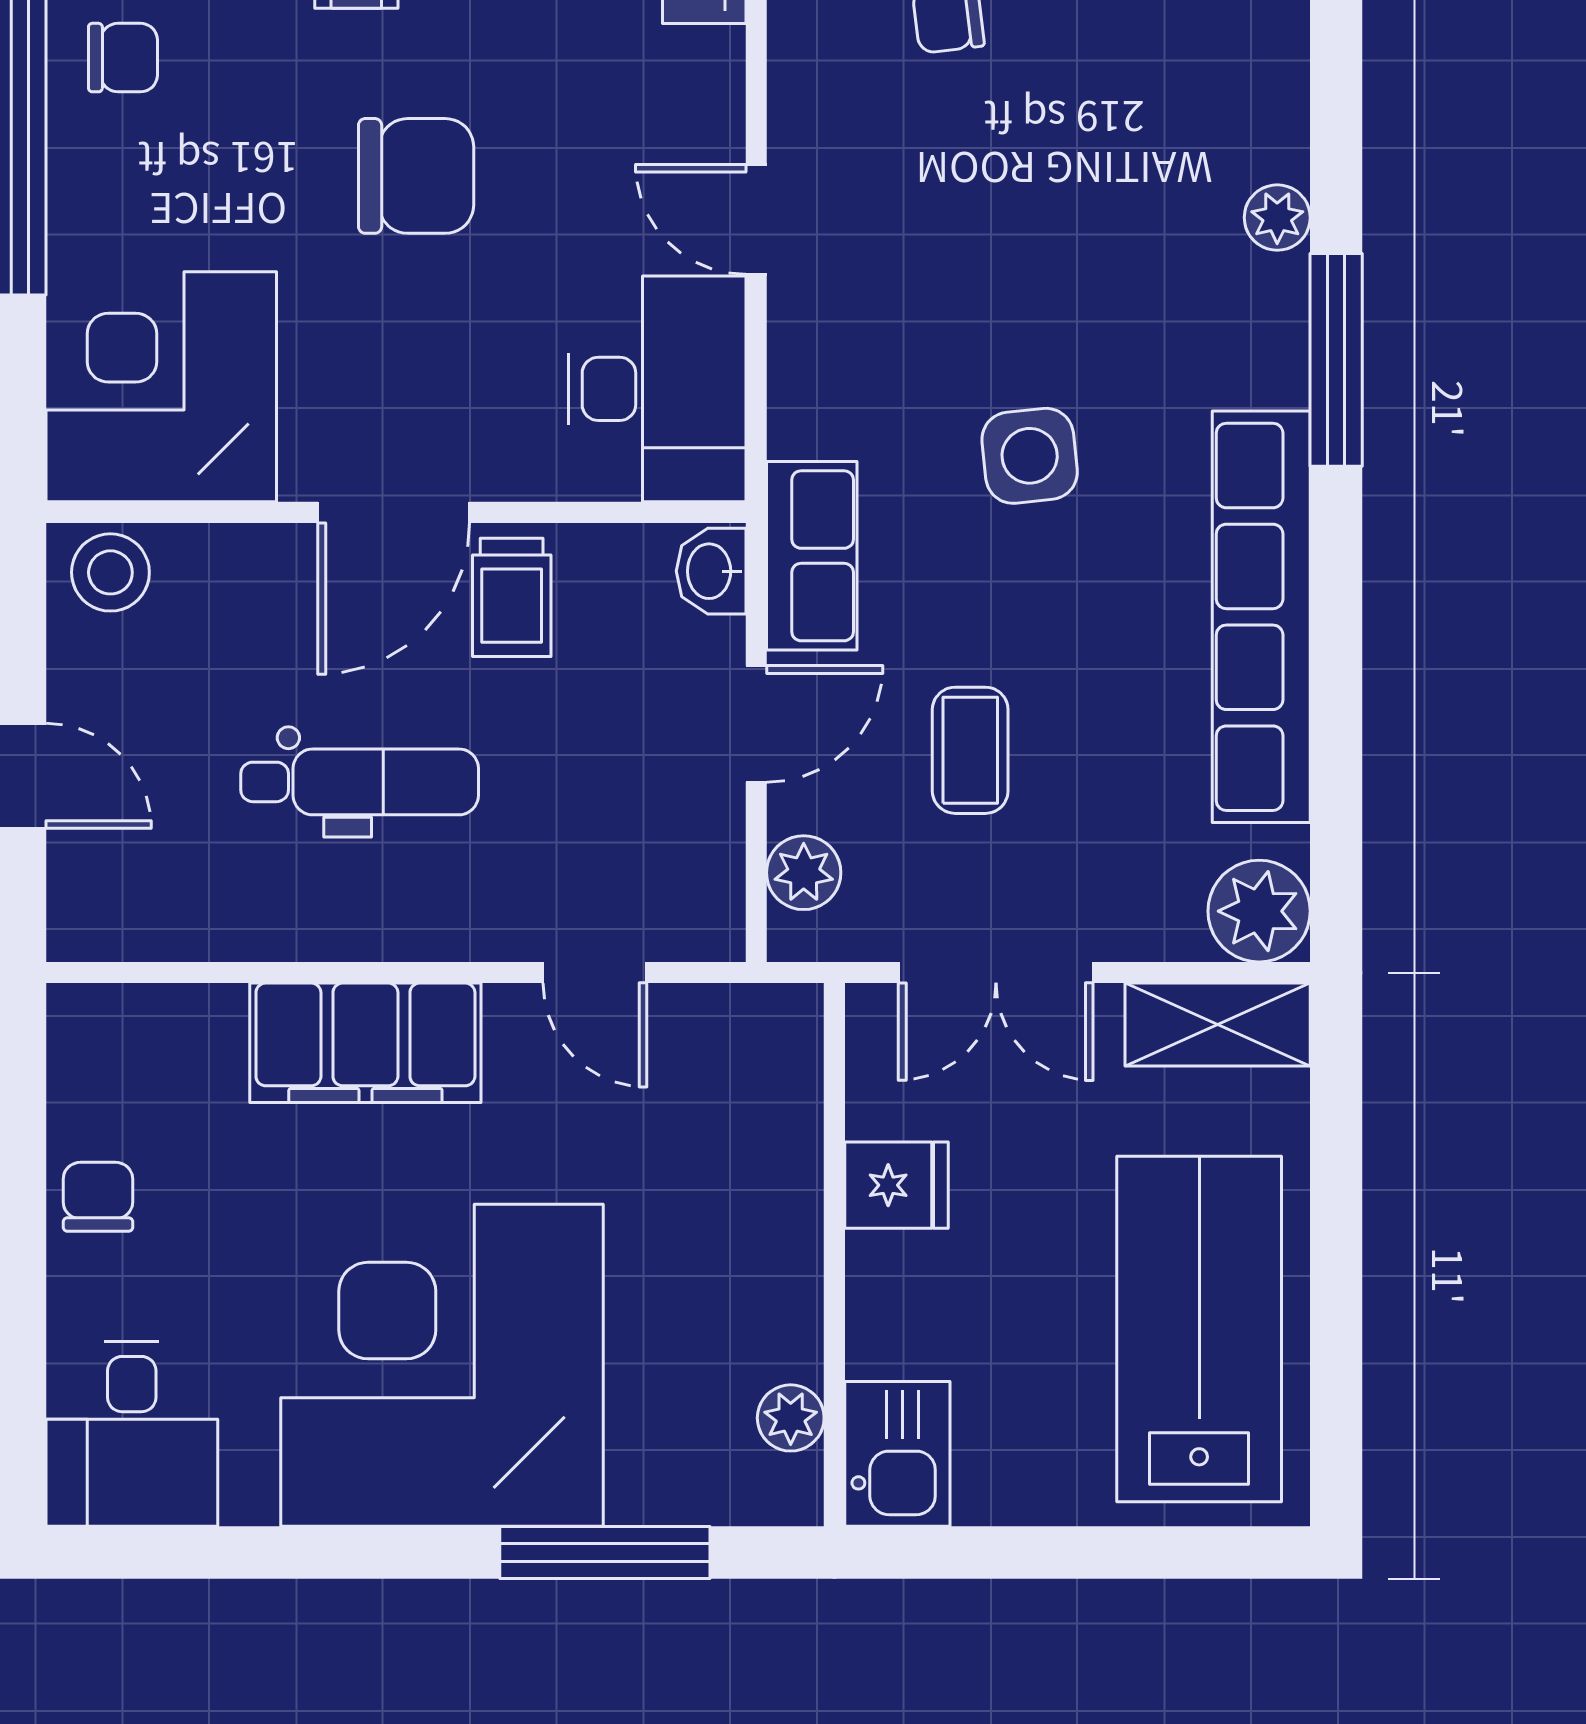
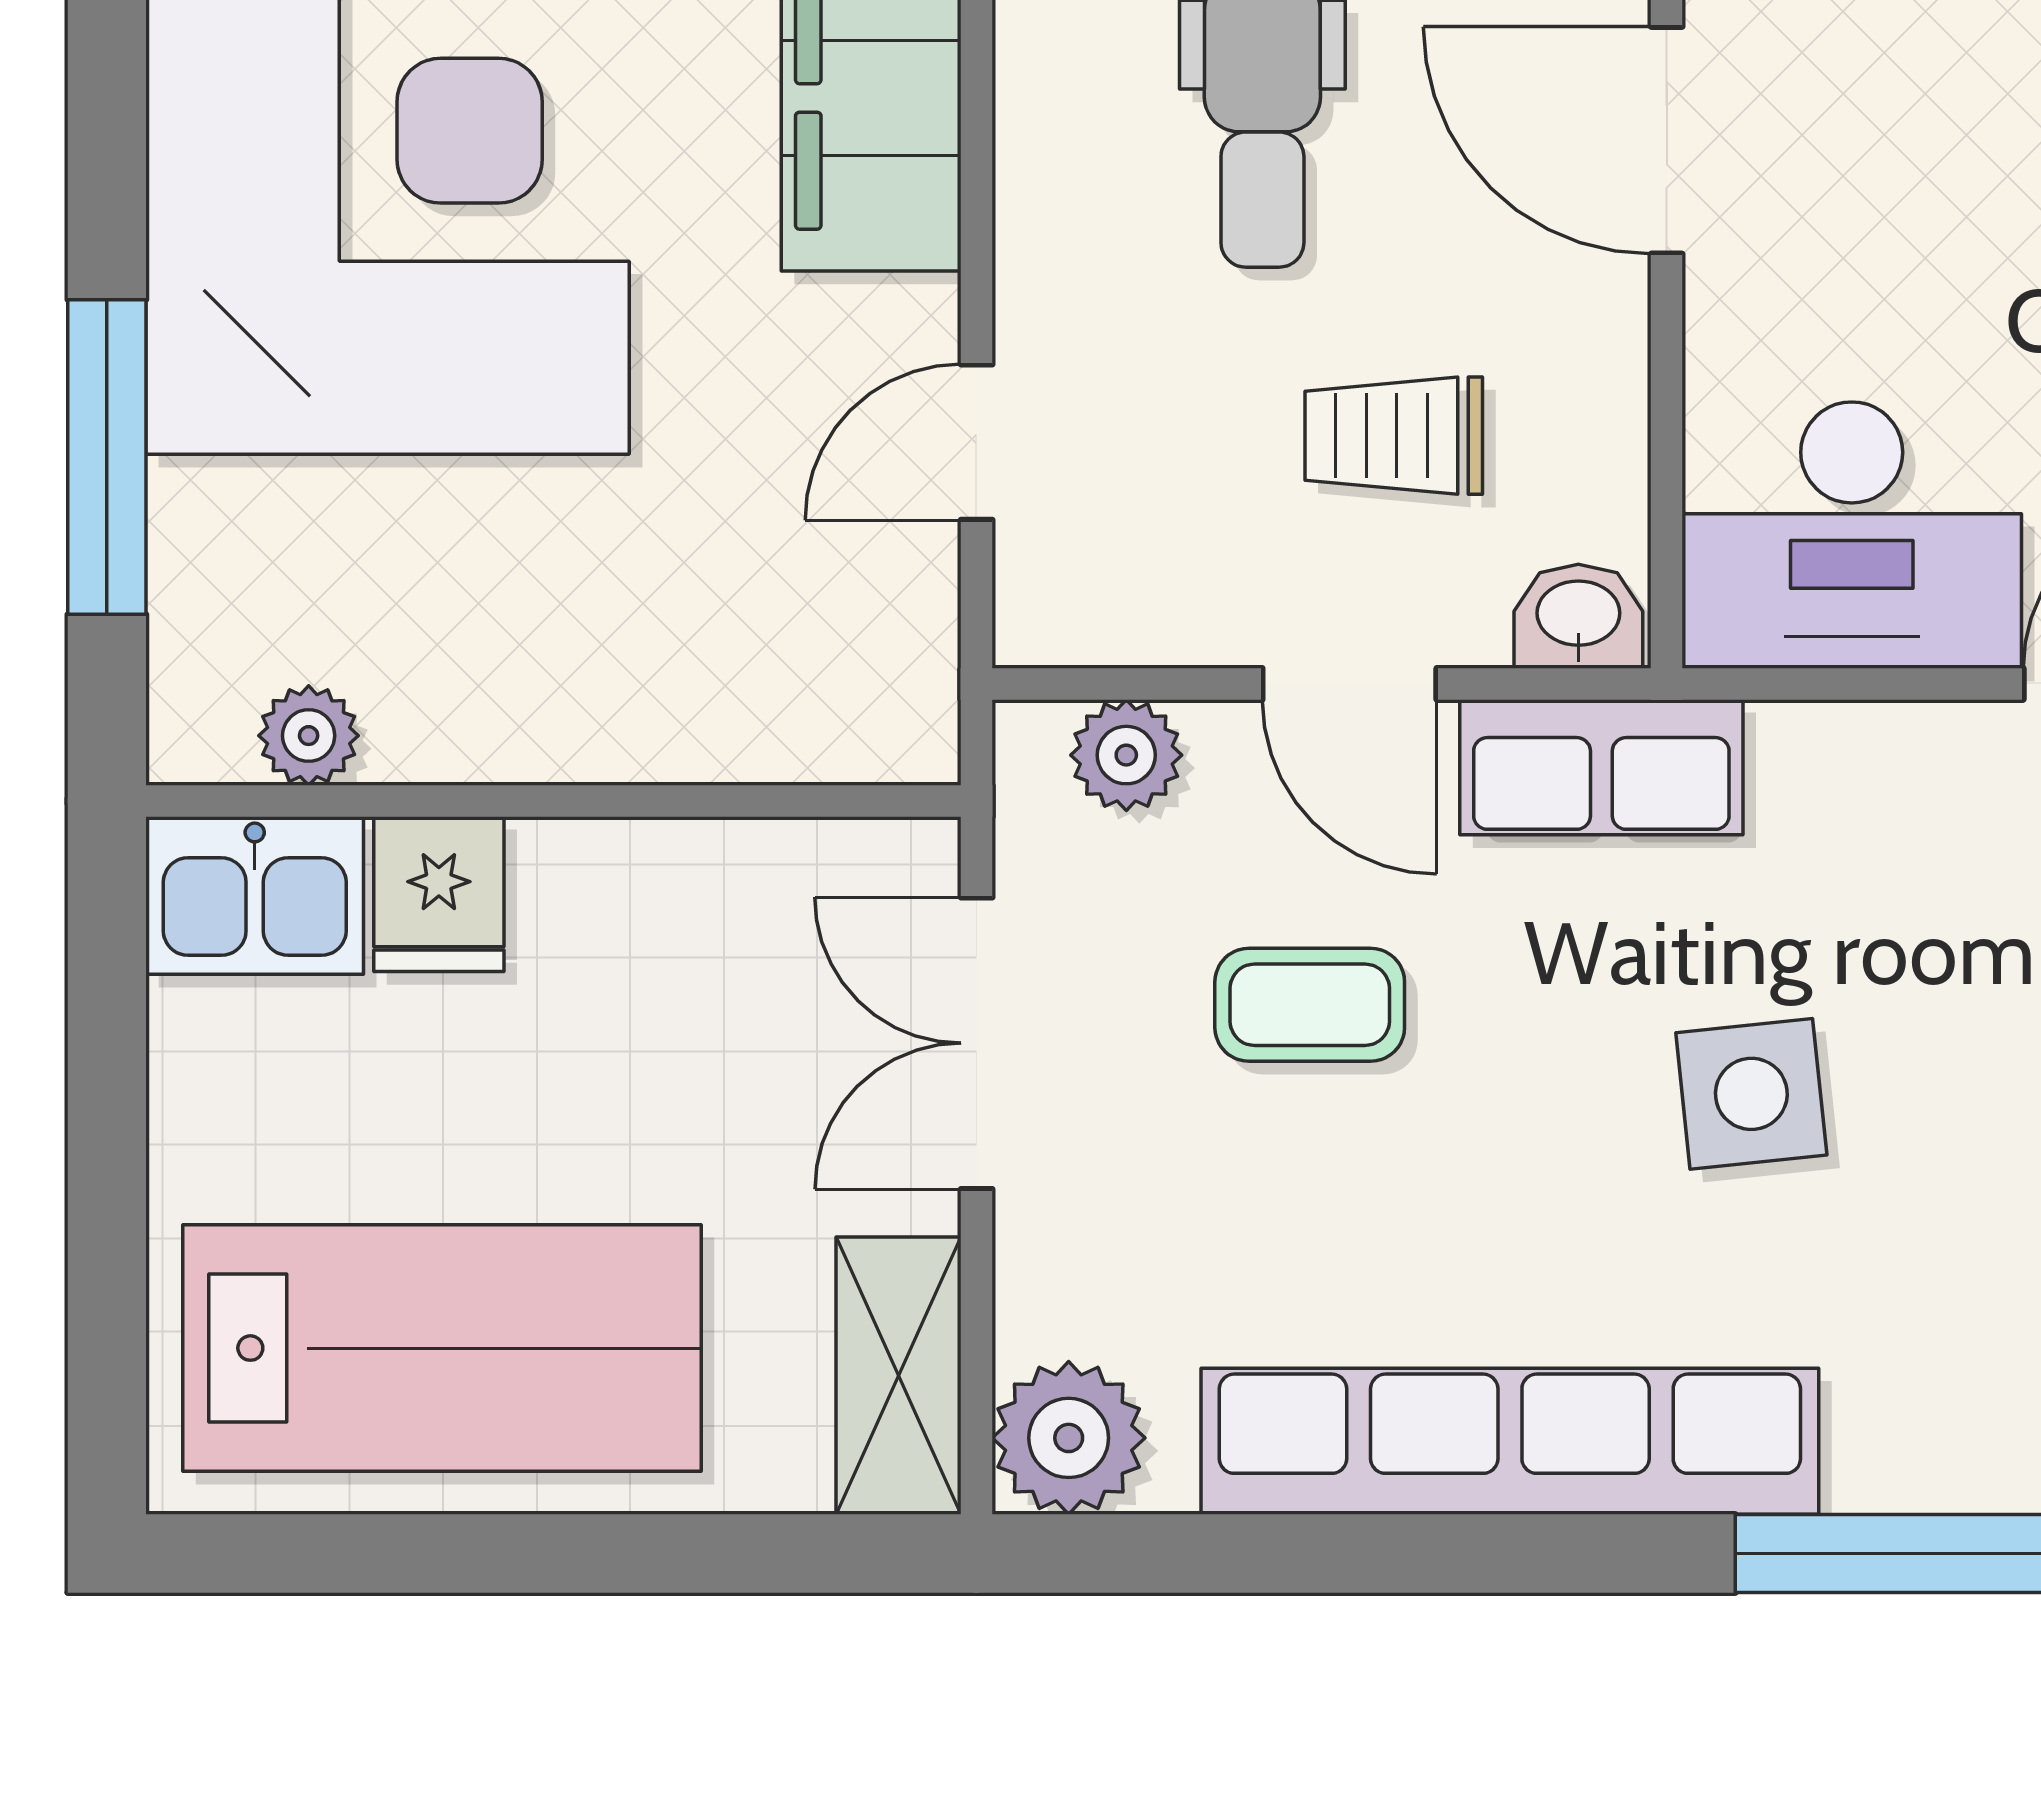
trolley: (512, 597) -> (1394, 436), moved
fridge: (896, 1185) -> (439, 894), moved

